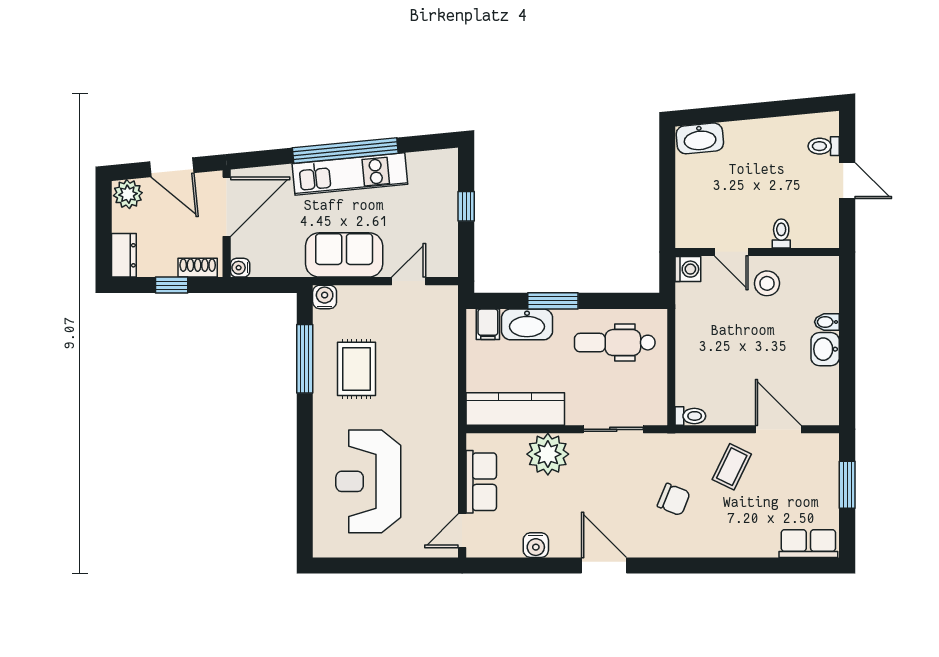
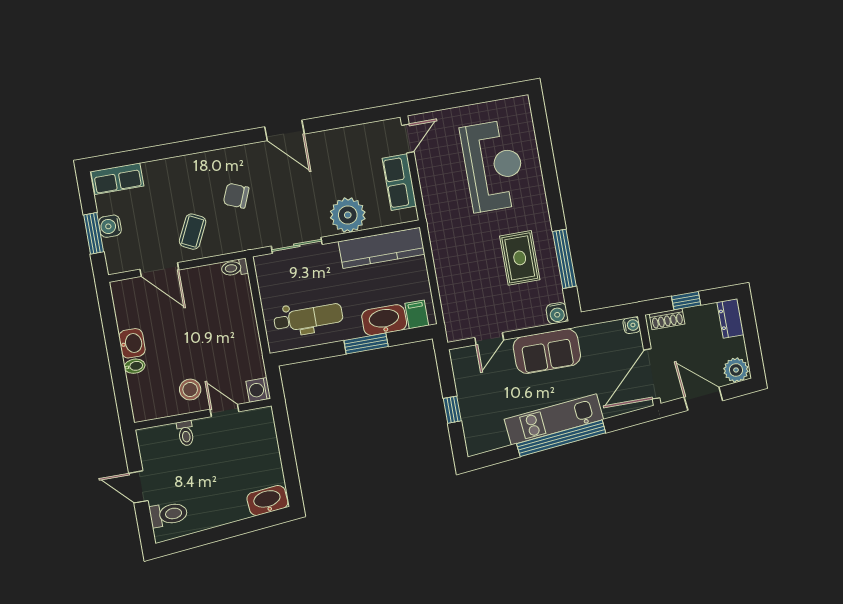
toilet: (824, 146) -> (169, 514), width x1.37, depth x1.39
water cooler: (536, 545) -> (110, 226), moved, turned -90

